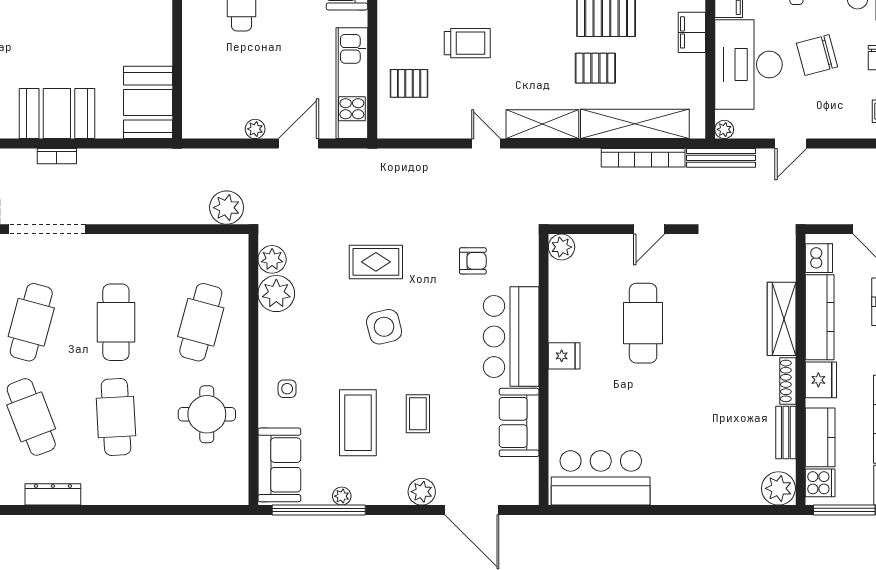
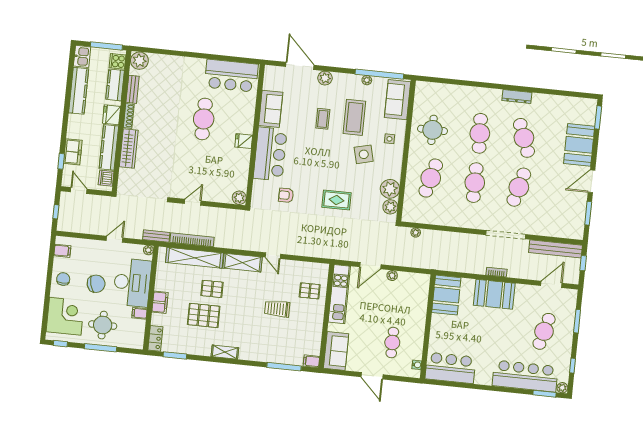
bench: (721, 158) -> (156, 236), width x0.73
plant: (227, 208) -> (416, 233), width x0.53, depth x0.53
cafe table: (643, 323) -> (204, 119), moved
side table: (384, 327) -> (364, 154), moved

